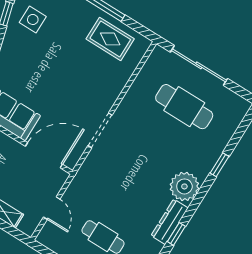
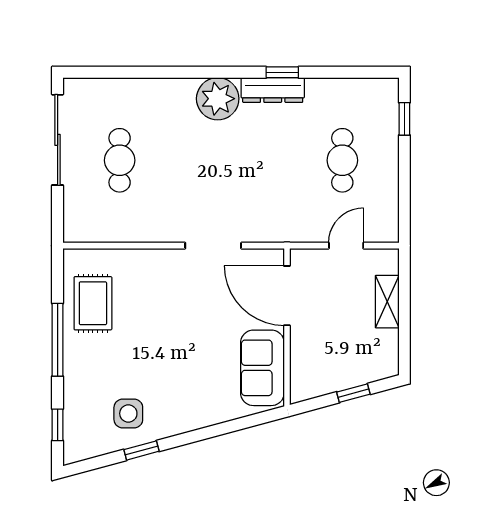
sliding door: (199, 65) -> (58, 140), moved
cafe table: (184, 107) -> (120, 160), width x0.73, depth x0.74
window: (219, 165) -> (164, 72), removed

